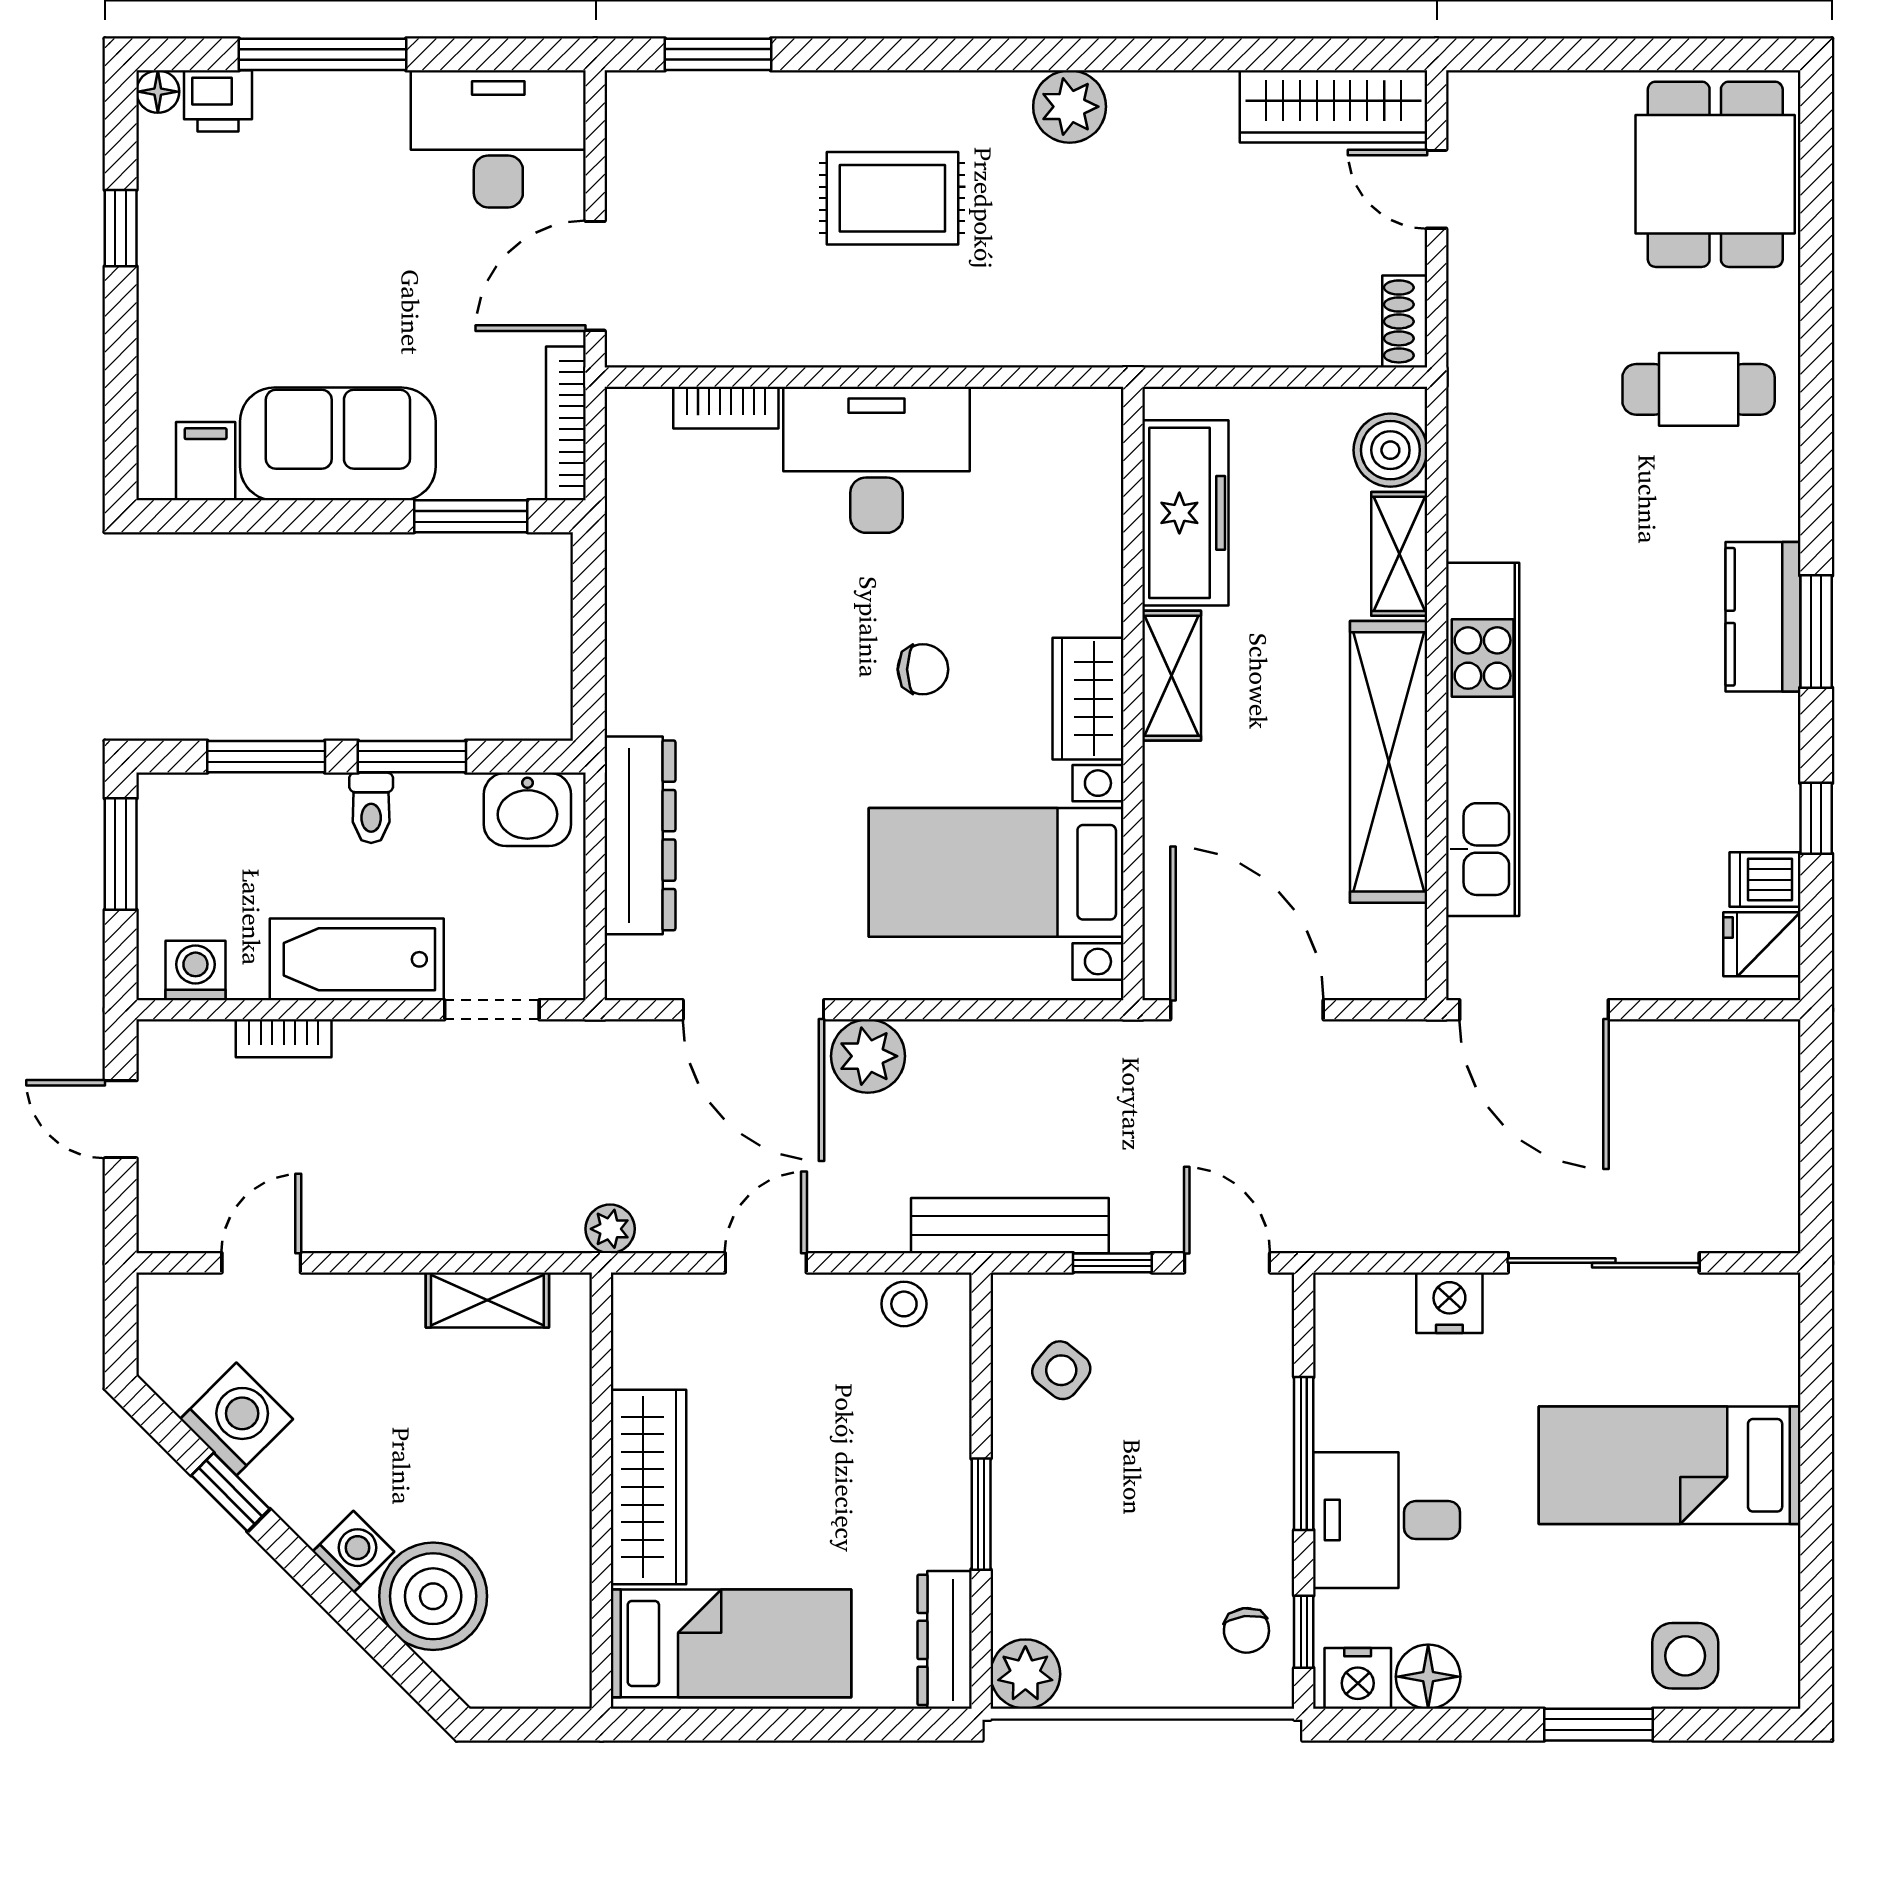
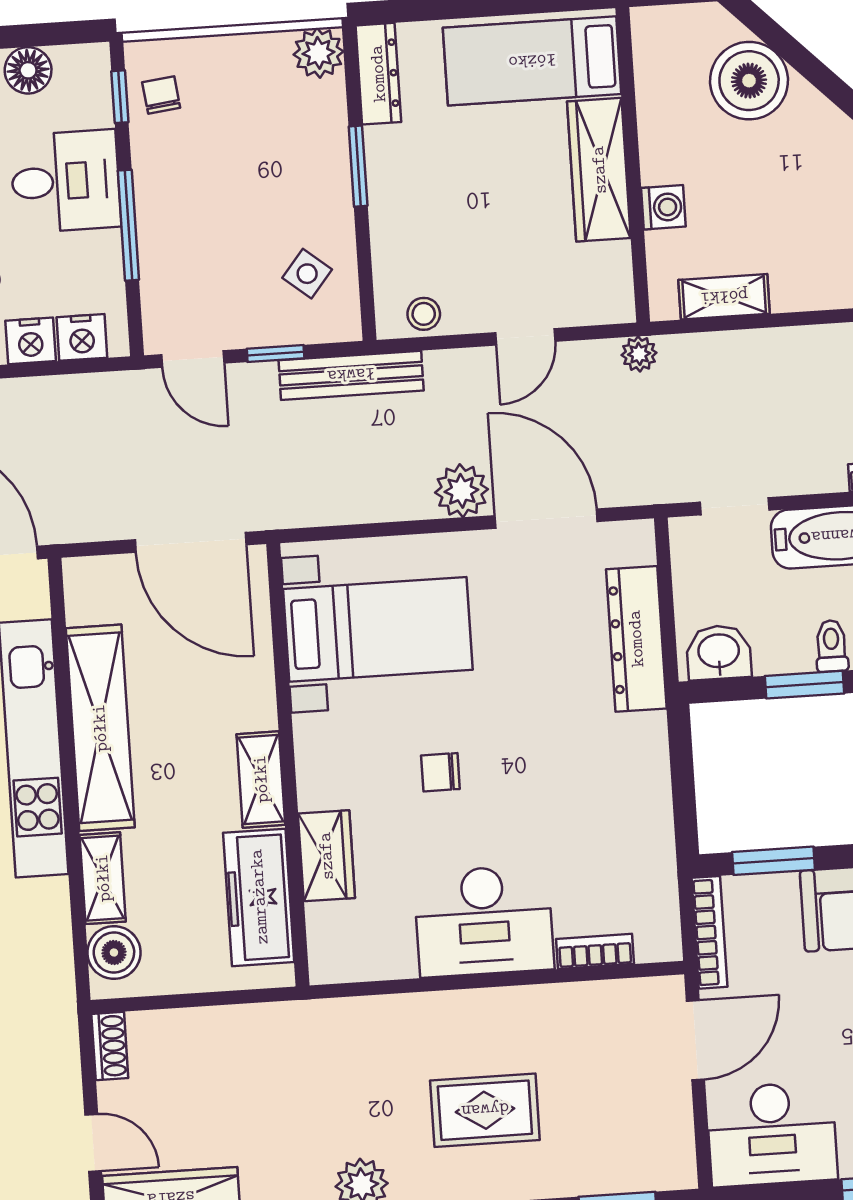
wardrobe: (1088, 699) -> (326, 856), moved
washing machine: (353, 1552) -> (663, 207), moved, turned -135
nightstand: (1358, 1678) -> (82, 337), moved, turned 180

